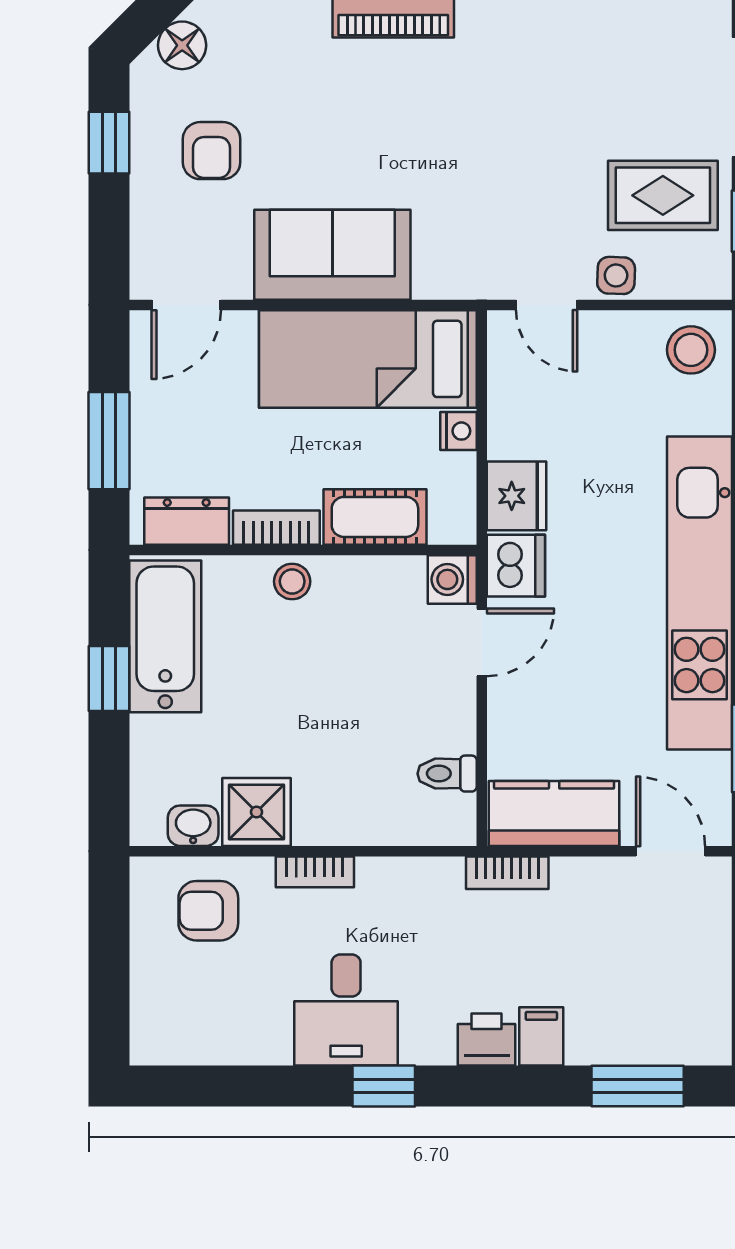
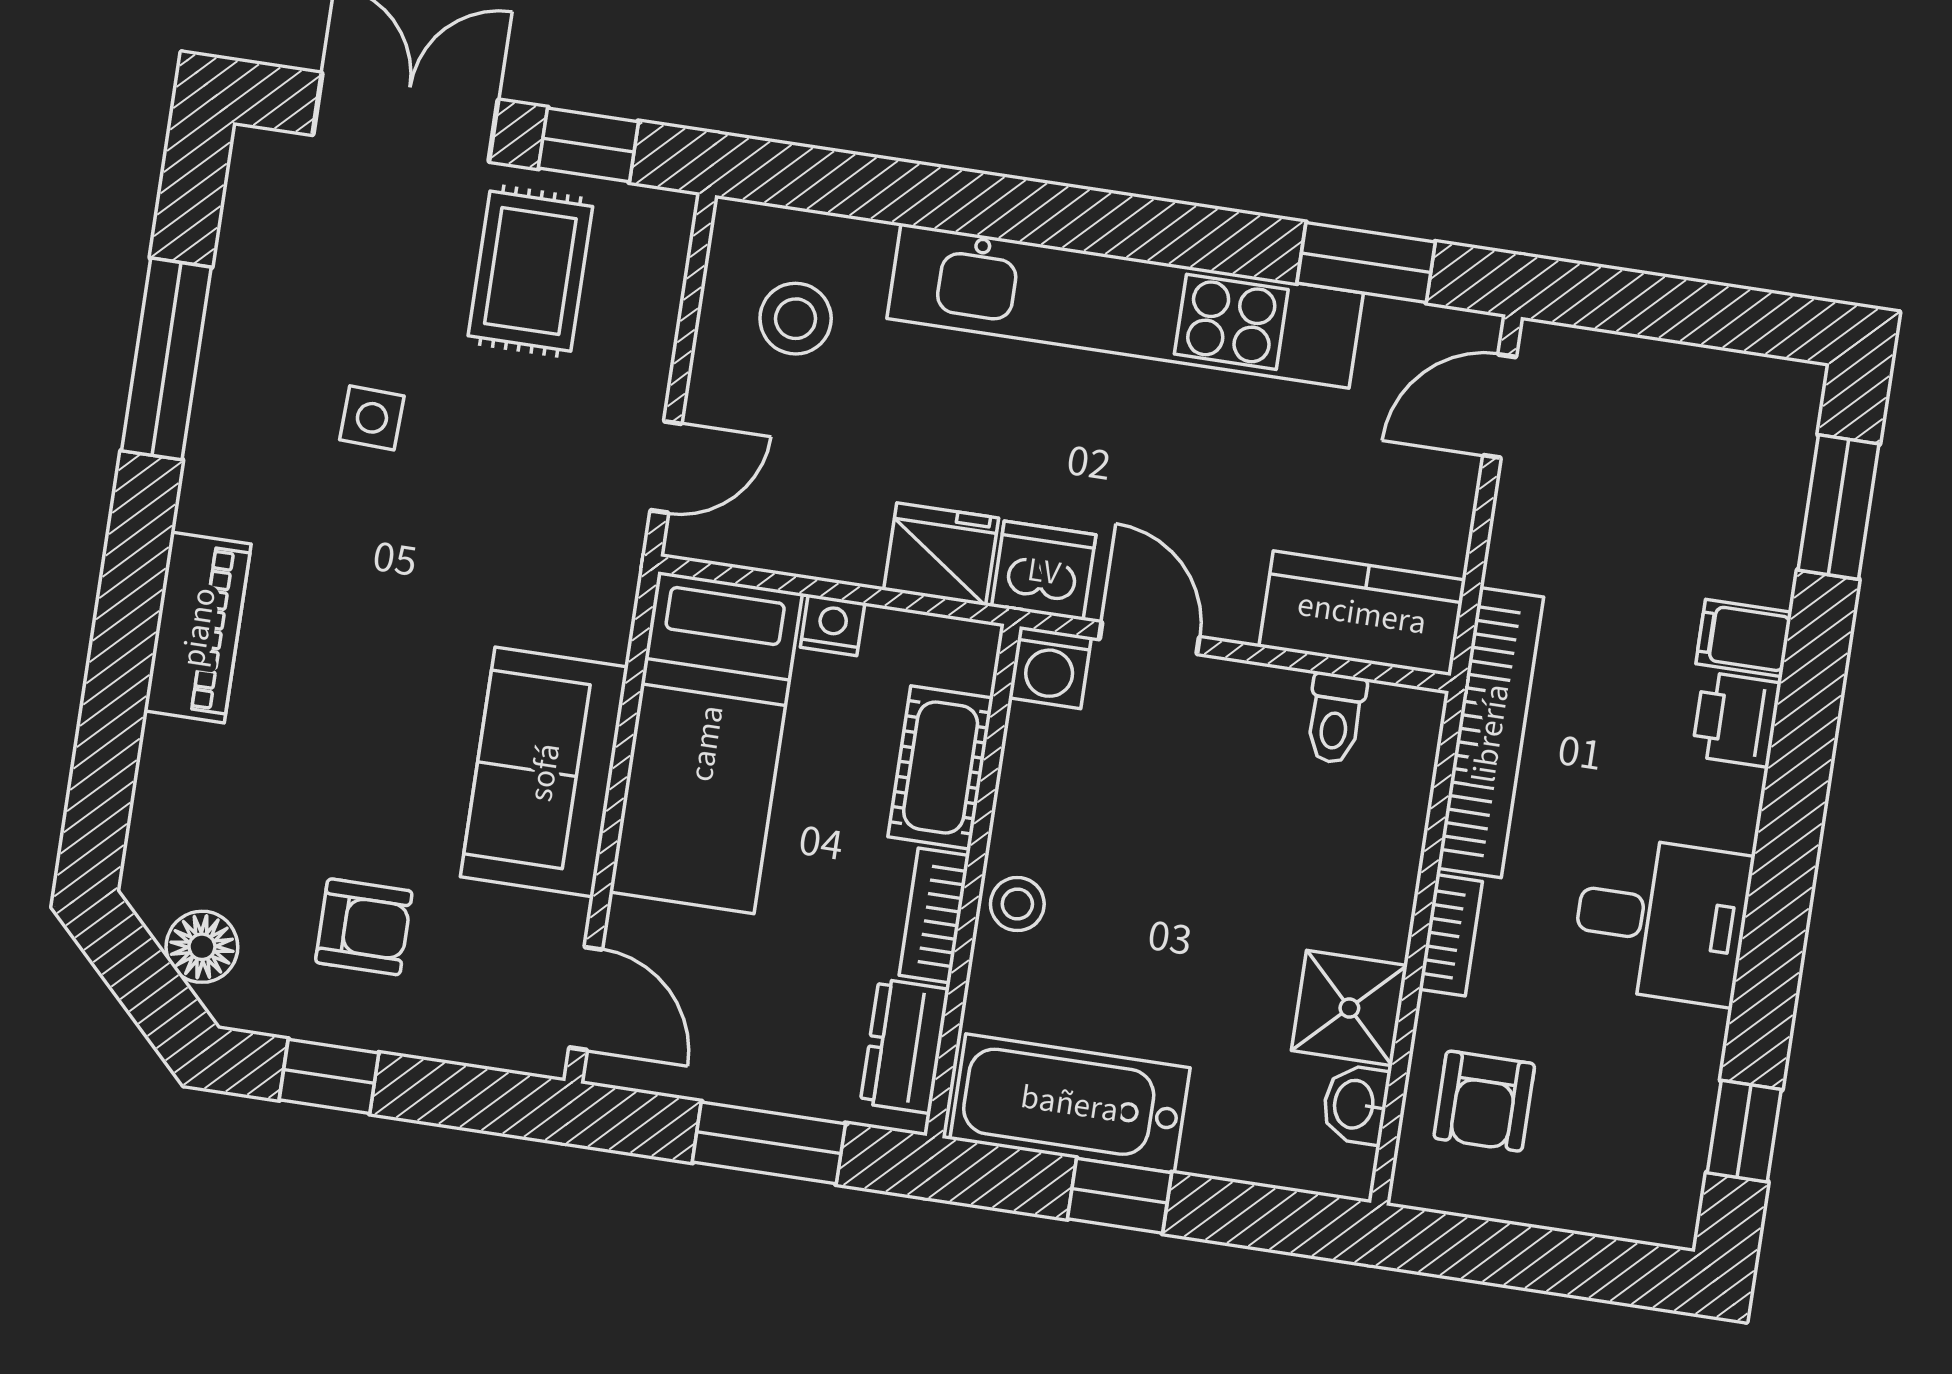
side table: (616, 275) -> (372, 418), moved
stool: (691, 350) -> (796, 319), moved
kitchen counter: (554, 813) -> (1362, 613), moved, turned 90
bookcase: (507, 873) -> (1490, 733), width x2.31, depth x1.31
window: (384, 1086) -> (1744, 1131), moved

